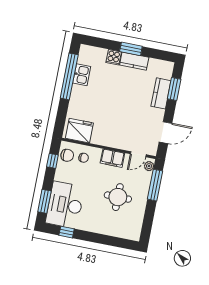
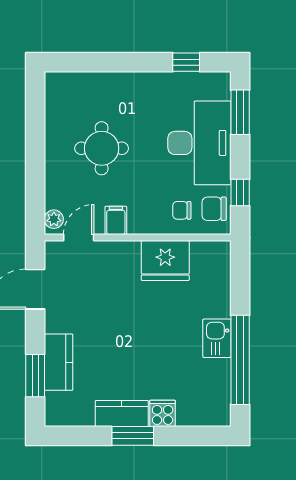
kitchen sink: (82, 75) -> (217, 338), moved
fridge: (79, 131) -> (165, 260), moved
filing cabinet: (112, 158) -> (116, 220), width x0.50
window: (155, 185) -> (35, 185), removed
desk: (65, 205) -> (199, 143), moved

